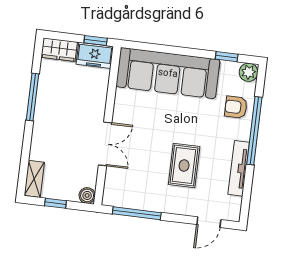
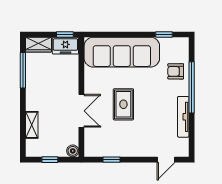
plant: (249, 72) -> (182, 44), removed
window: (32, 97) -> (23, 70), moved
rug: (184, 165) -> (123, 104), moved
shelving: (34, 179) -> (32, 125), moved
window: (137, 213) -> (111, 160), width x0.46

